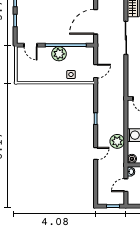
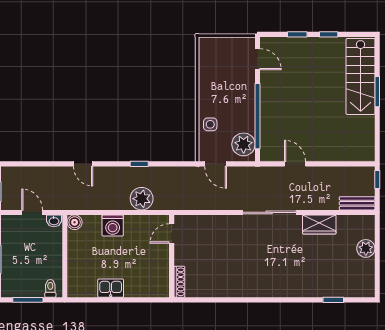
door: (96, 22) -> (295, 164), width x0.53
door: (31, 45) -> (257, 59), swing flipped
plant: (59, 54) -> (244, 144), moved
plant: (117, 141) -> (142, 199), moved

